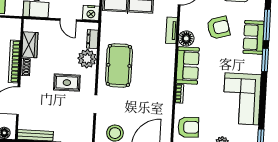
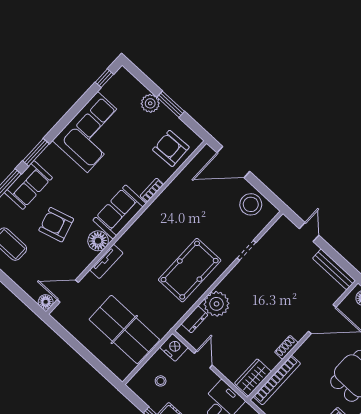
wardrobe: (30, 45) -> (253, 377), moved
bookcase: (14, 61) -> (277, 380), moved
rug: (67, 83) -> (257, 297), removed

